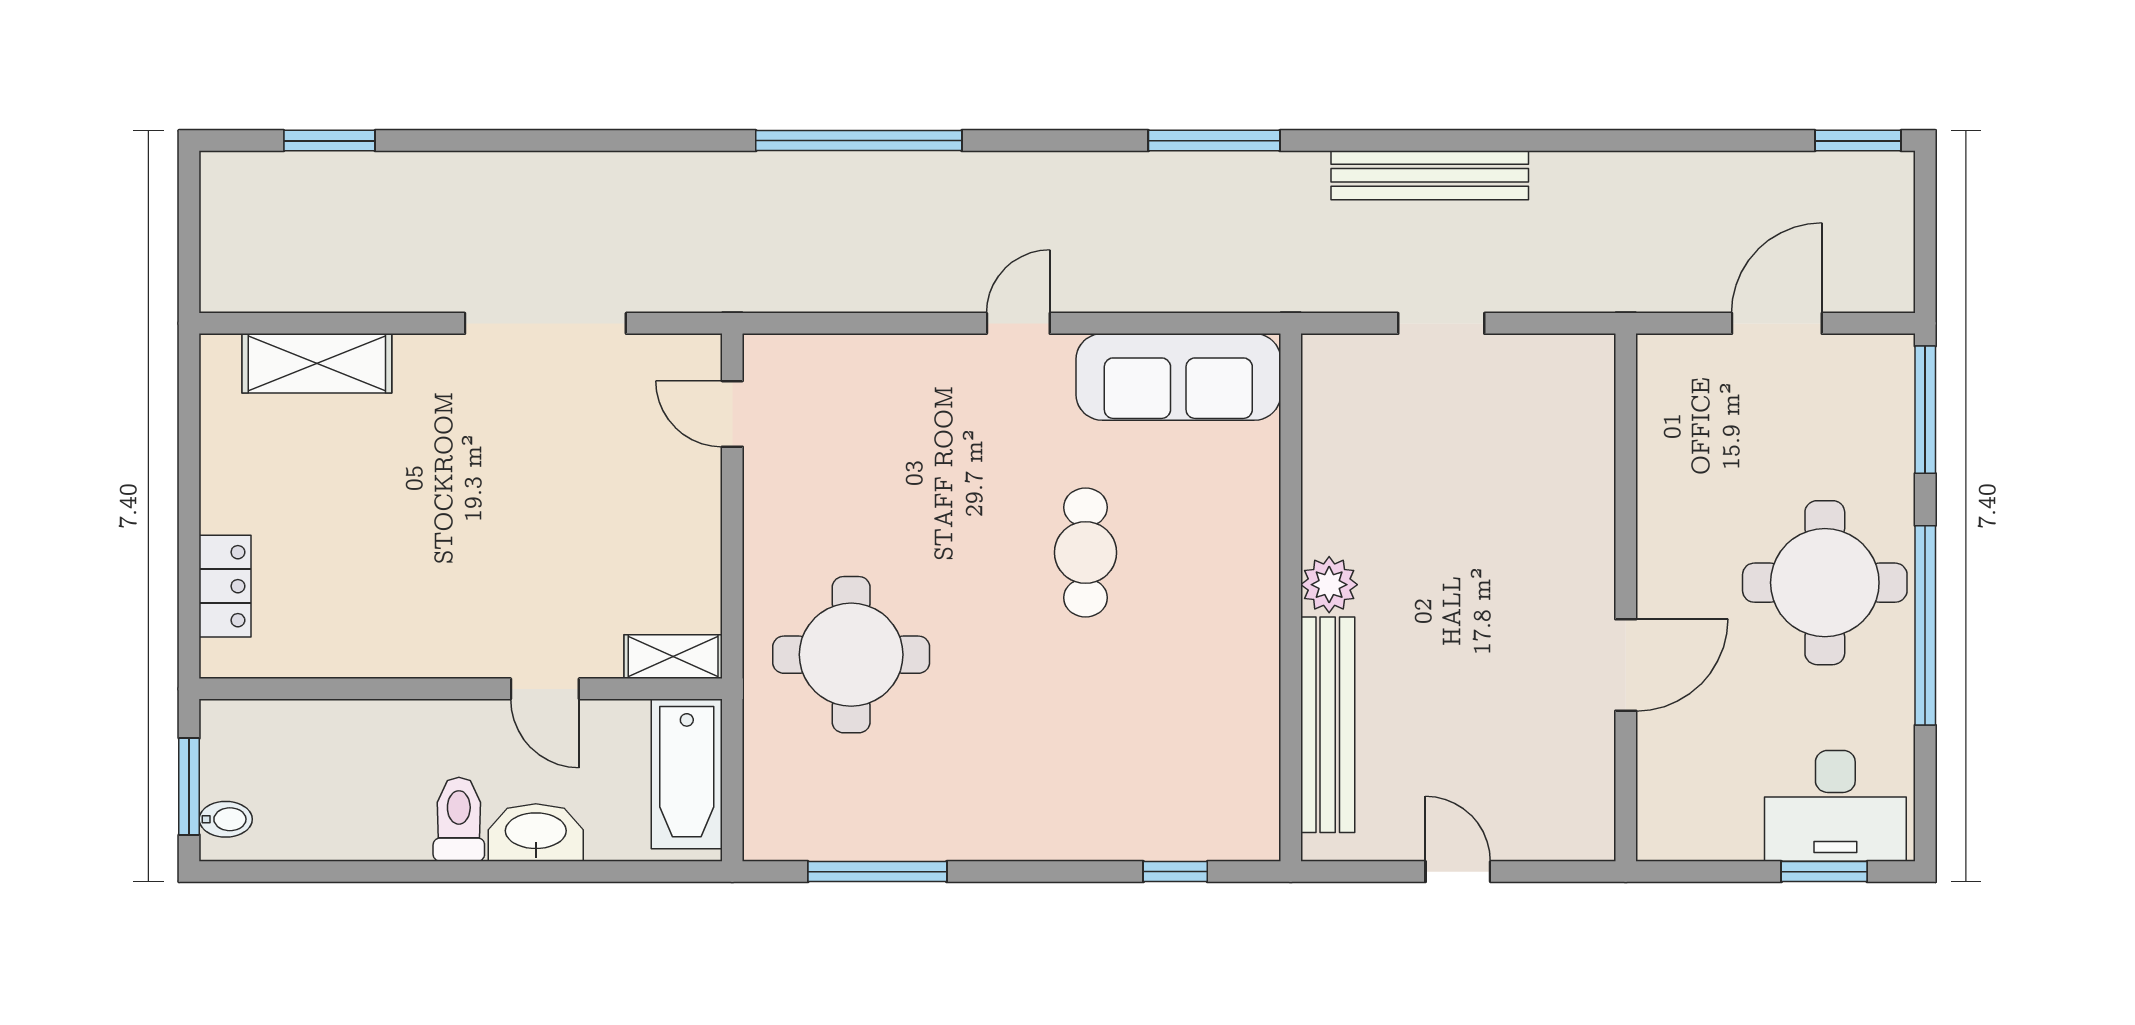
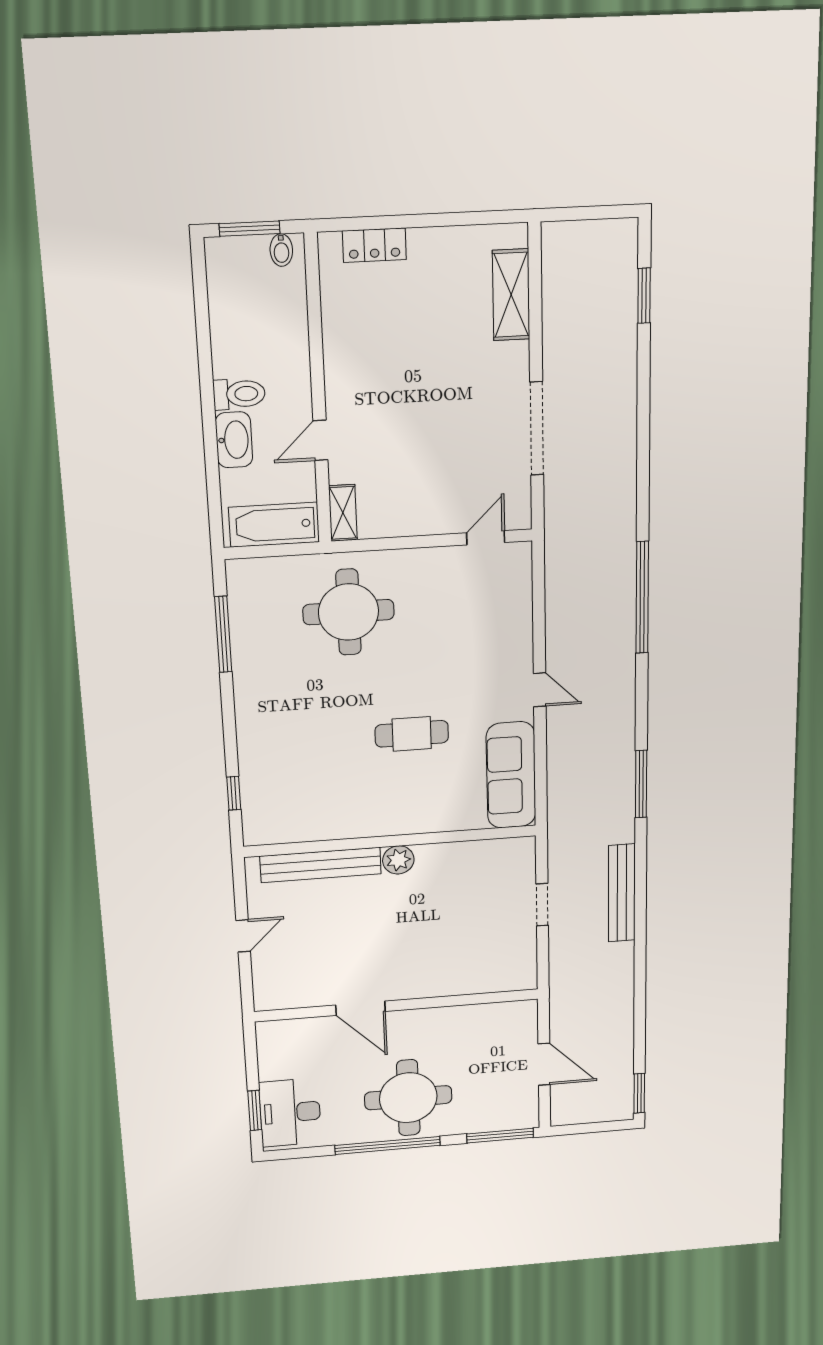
bidet: (226, 819) -> (281, 250), moved

